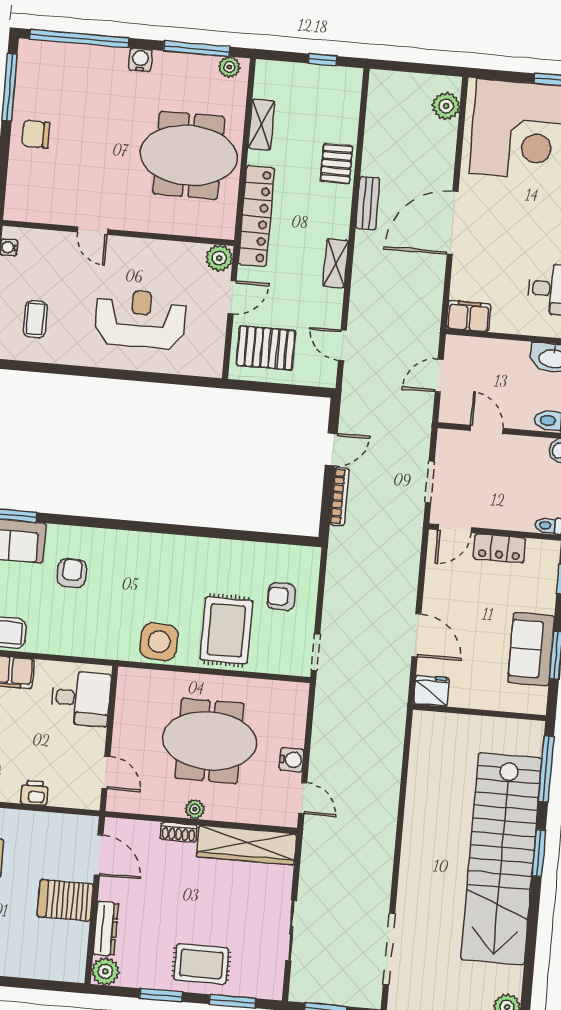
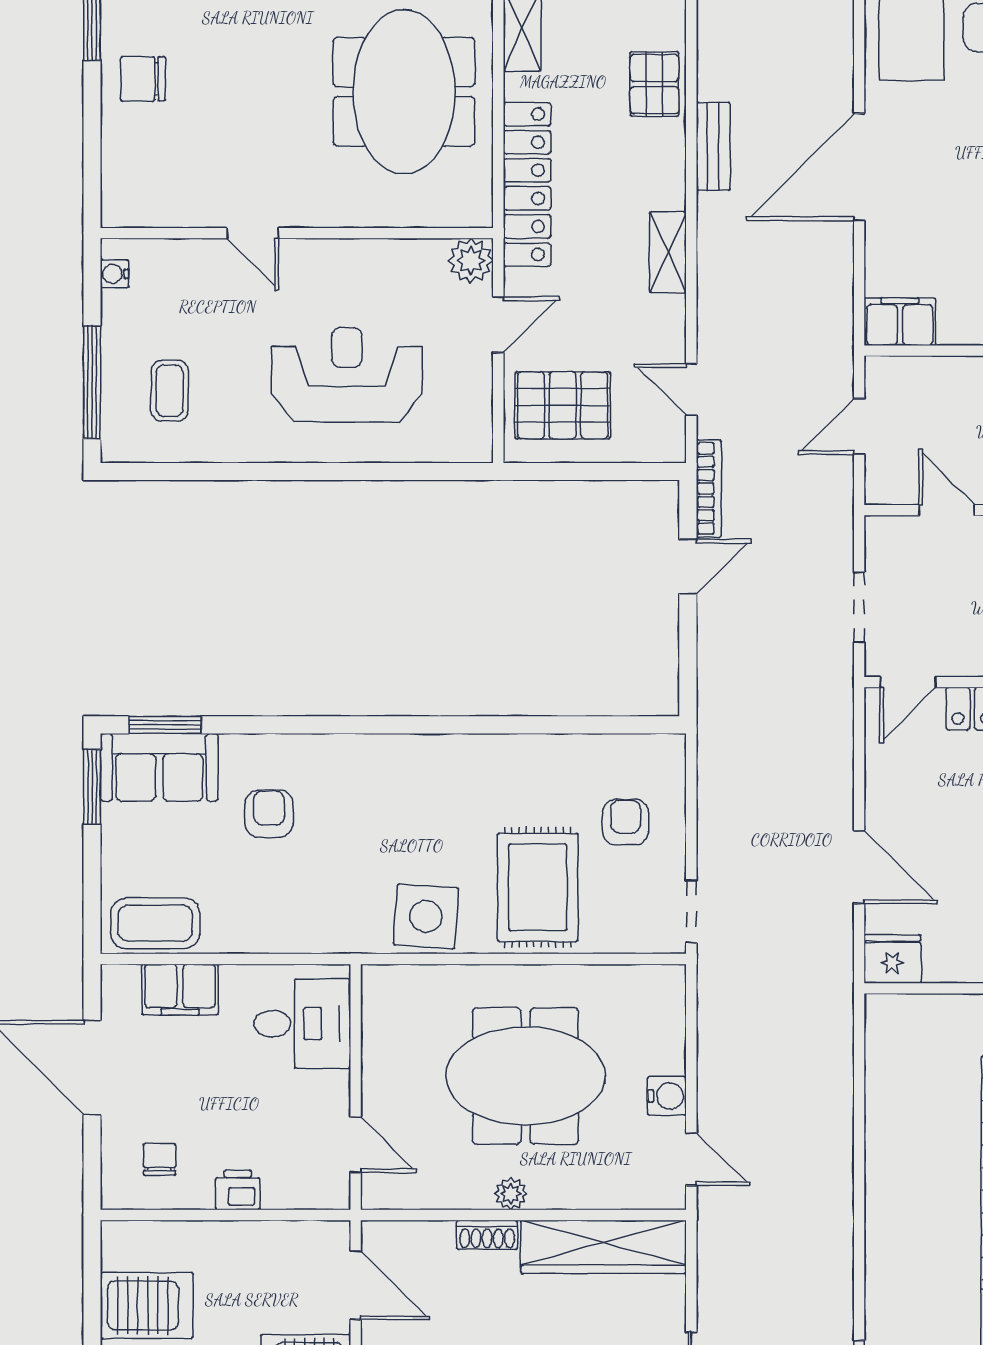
meeting table: (189, 155) -> (404, 92), turned 90
bookcase: (339, 497) -> (709, 489), moved
armchair: (281, 596) -> (626, 822), turned 90

